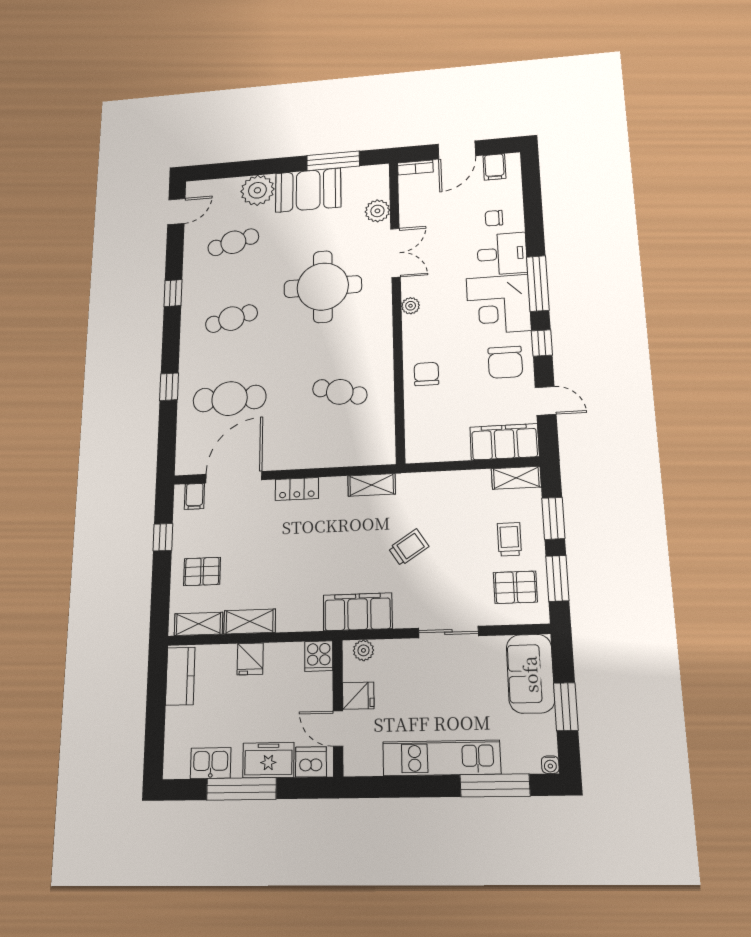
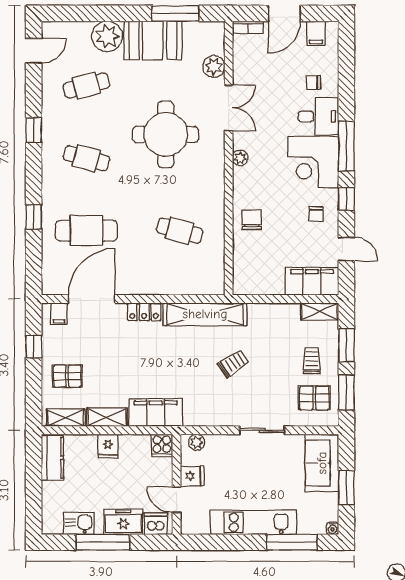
cafe table: (231, 319) -> (86, 158), turned 30
chair: (505, 362) -> (316, 214), width x0.54, depth x0.54
shelving: (372, 485) -> (205, 314), width x2.20, depth x1.33
filing cabinet: (358, 612) -> (156, 413), moved

